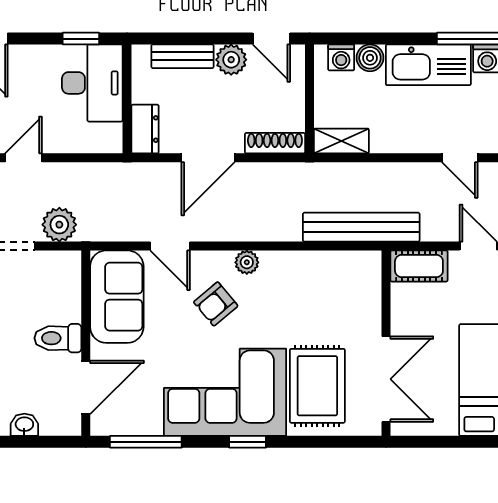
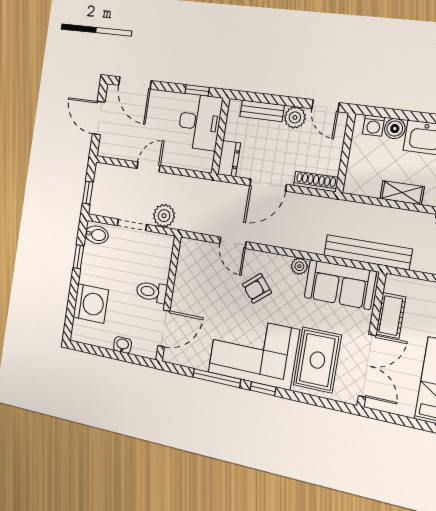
shelving: (341, 141) -> (402, 193), moved
plant: (247, 262) -> (299, 266), moved
cot: (419, 266) -> (391, 316), moved, turned 90
sofa: (117, 297) -> (340, 285), moved, turned 90
window: (146, 442) -> (217, 378), moved

